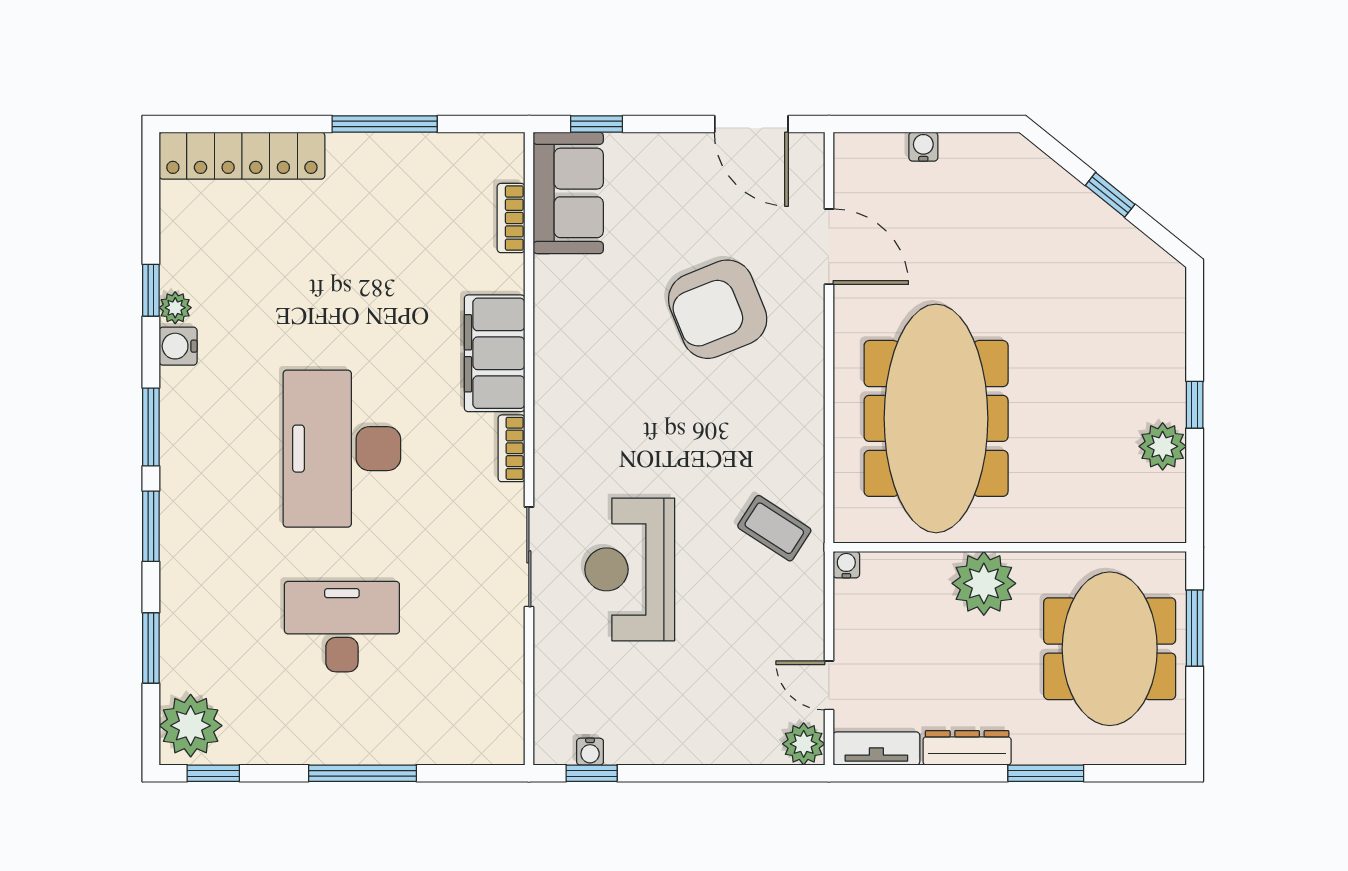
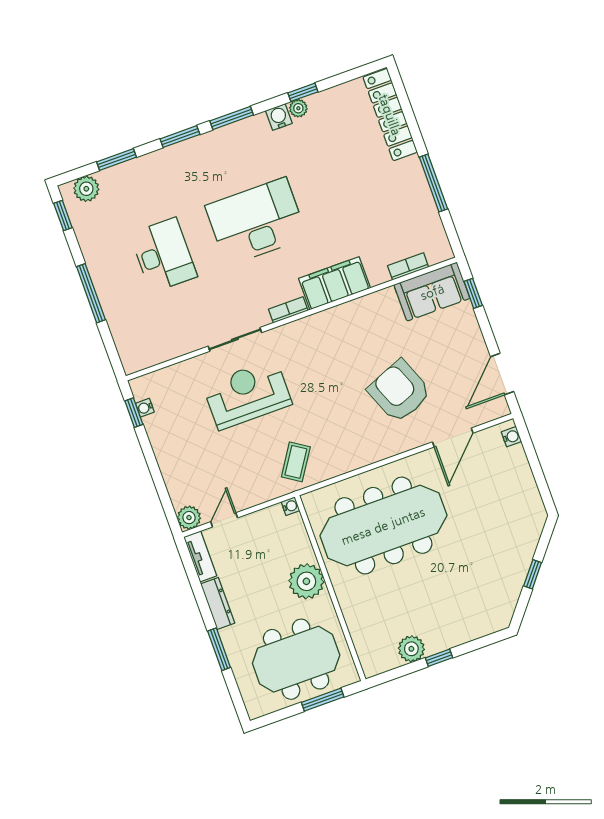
water cooler: (923, 147) -> (511, 437), moved
plant: (191, 726) -> (86, 189), width x0.73, depth x0.73

